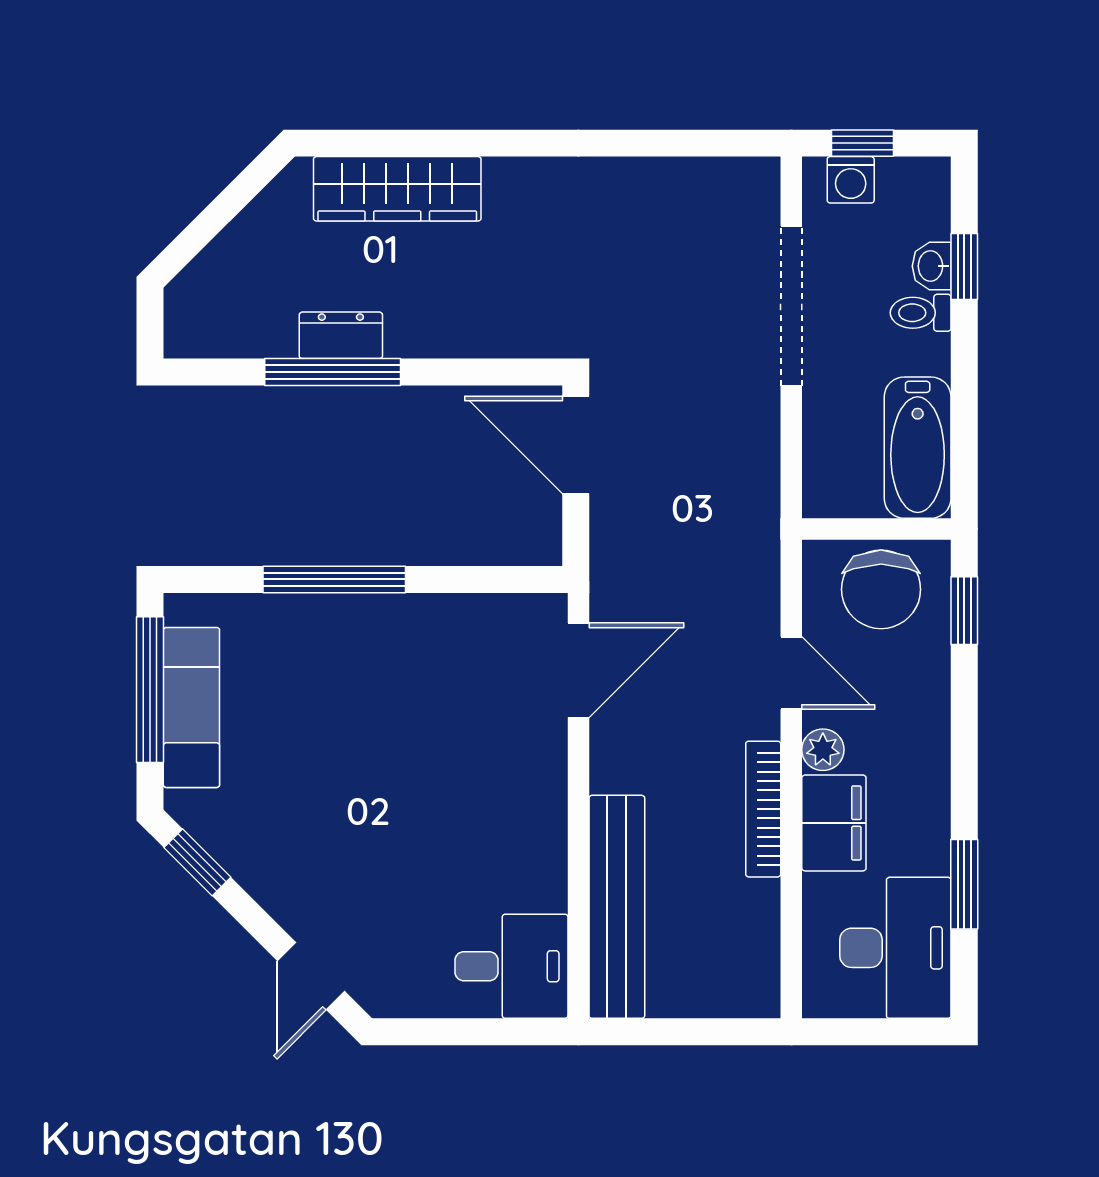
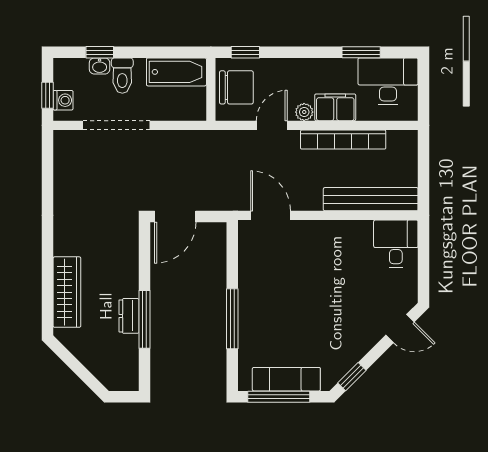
toilet: (921, 313) -> (122, 76), width x1.37, depth x1.39
bookcase: (763, 809) -> (343, 140), width x1.48, depth x1.31

